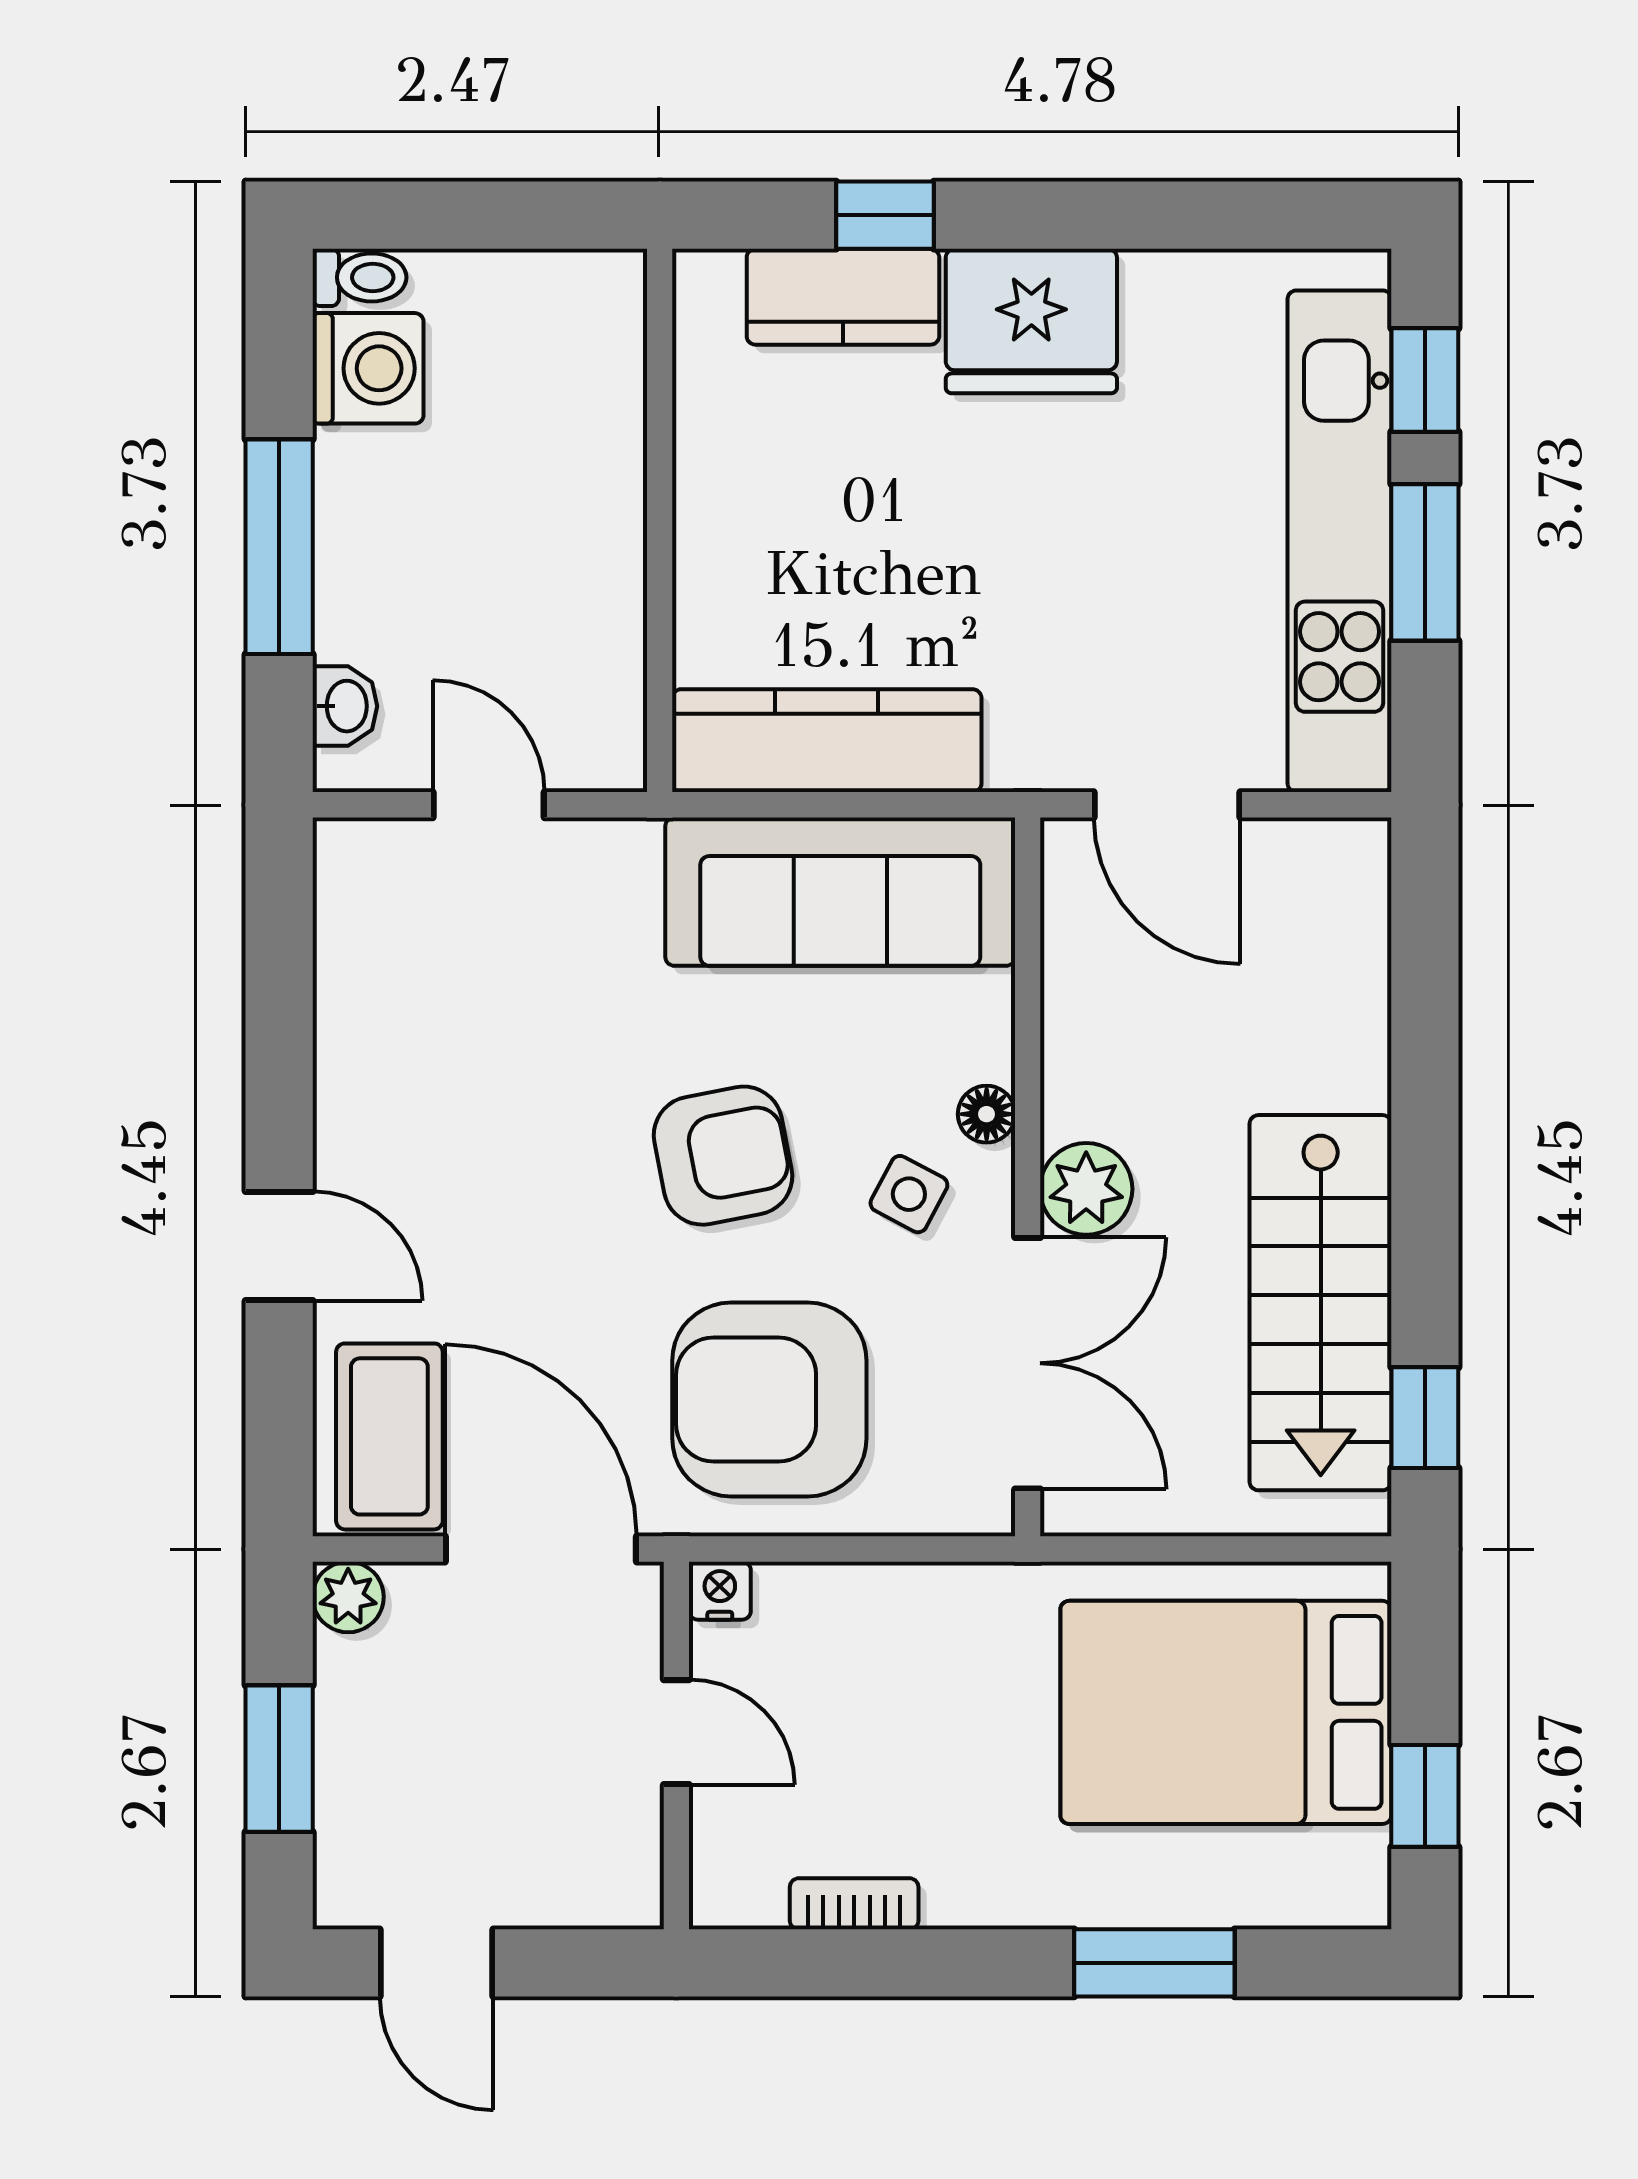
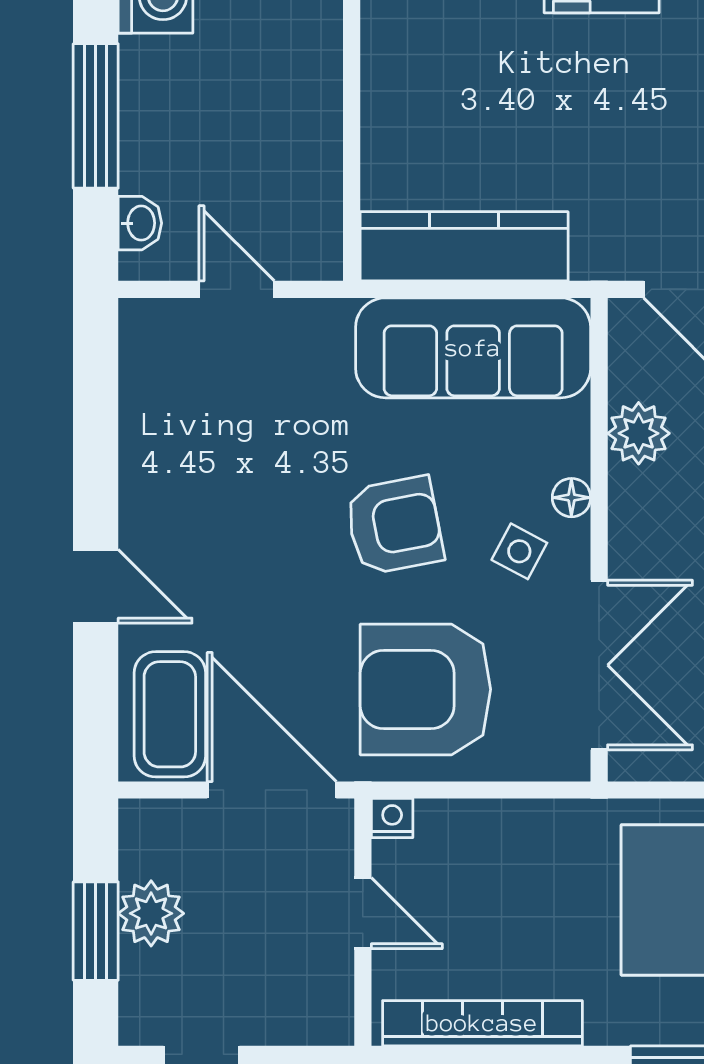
plant: (1086, 1189) -> (639, 433), moved
plant: (348, 1597) -> (151, 913), moved, width x1.38, depth x1.38
bookcase: (854, 1904) -> (482, 1023), width x2.31, depth x1.31

